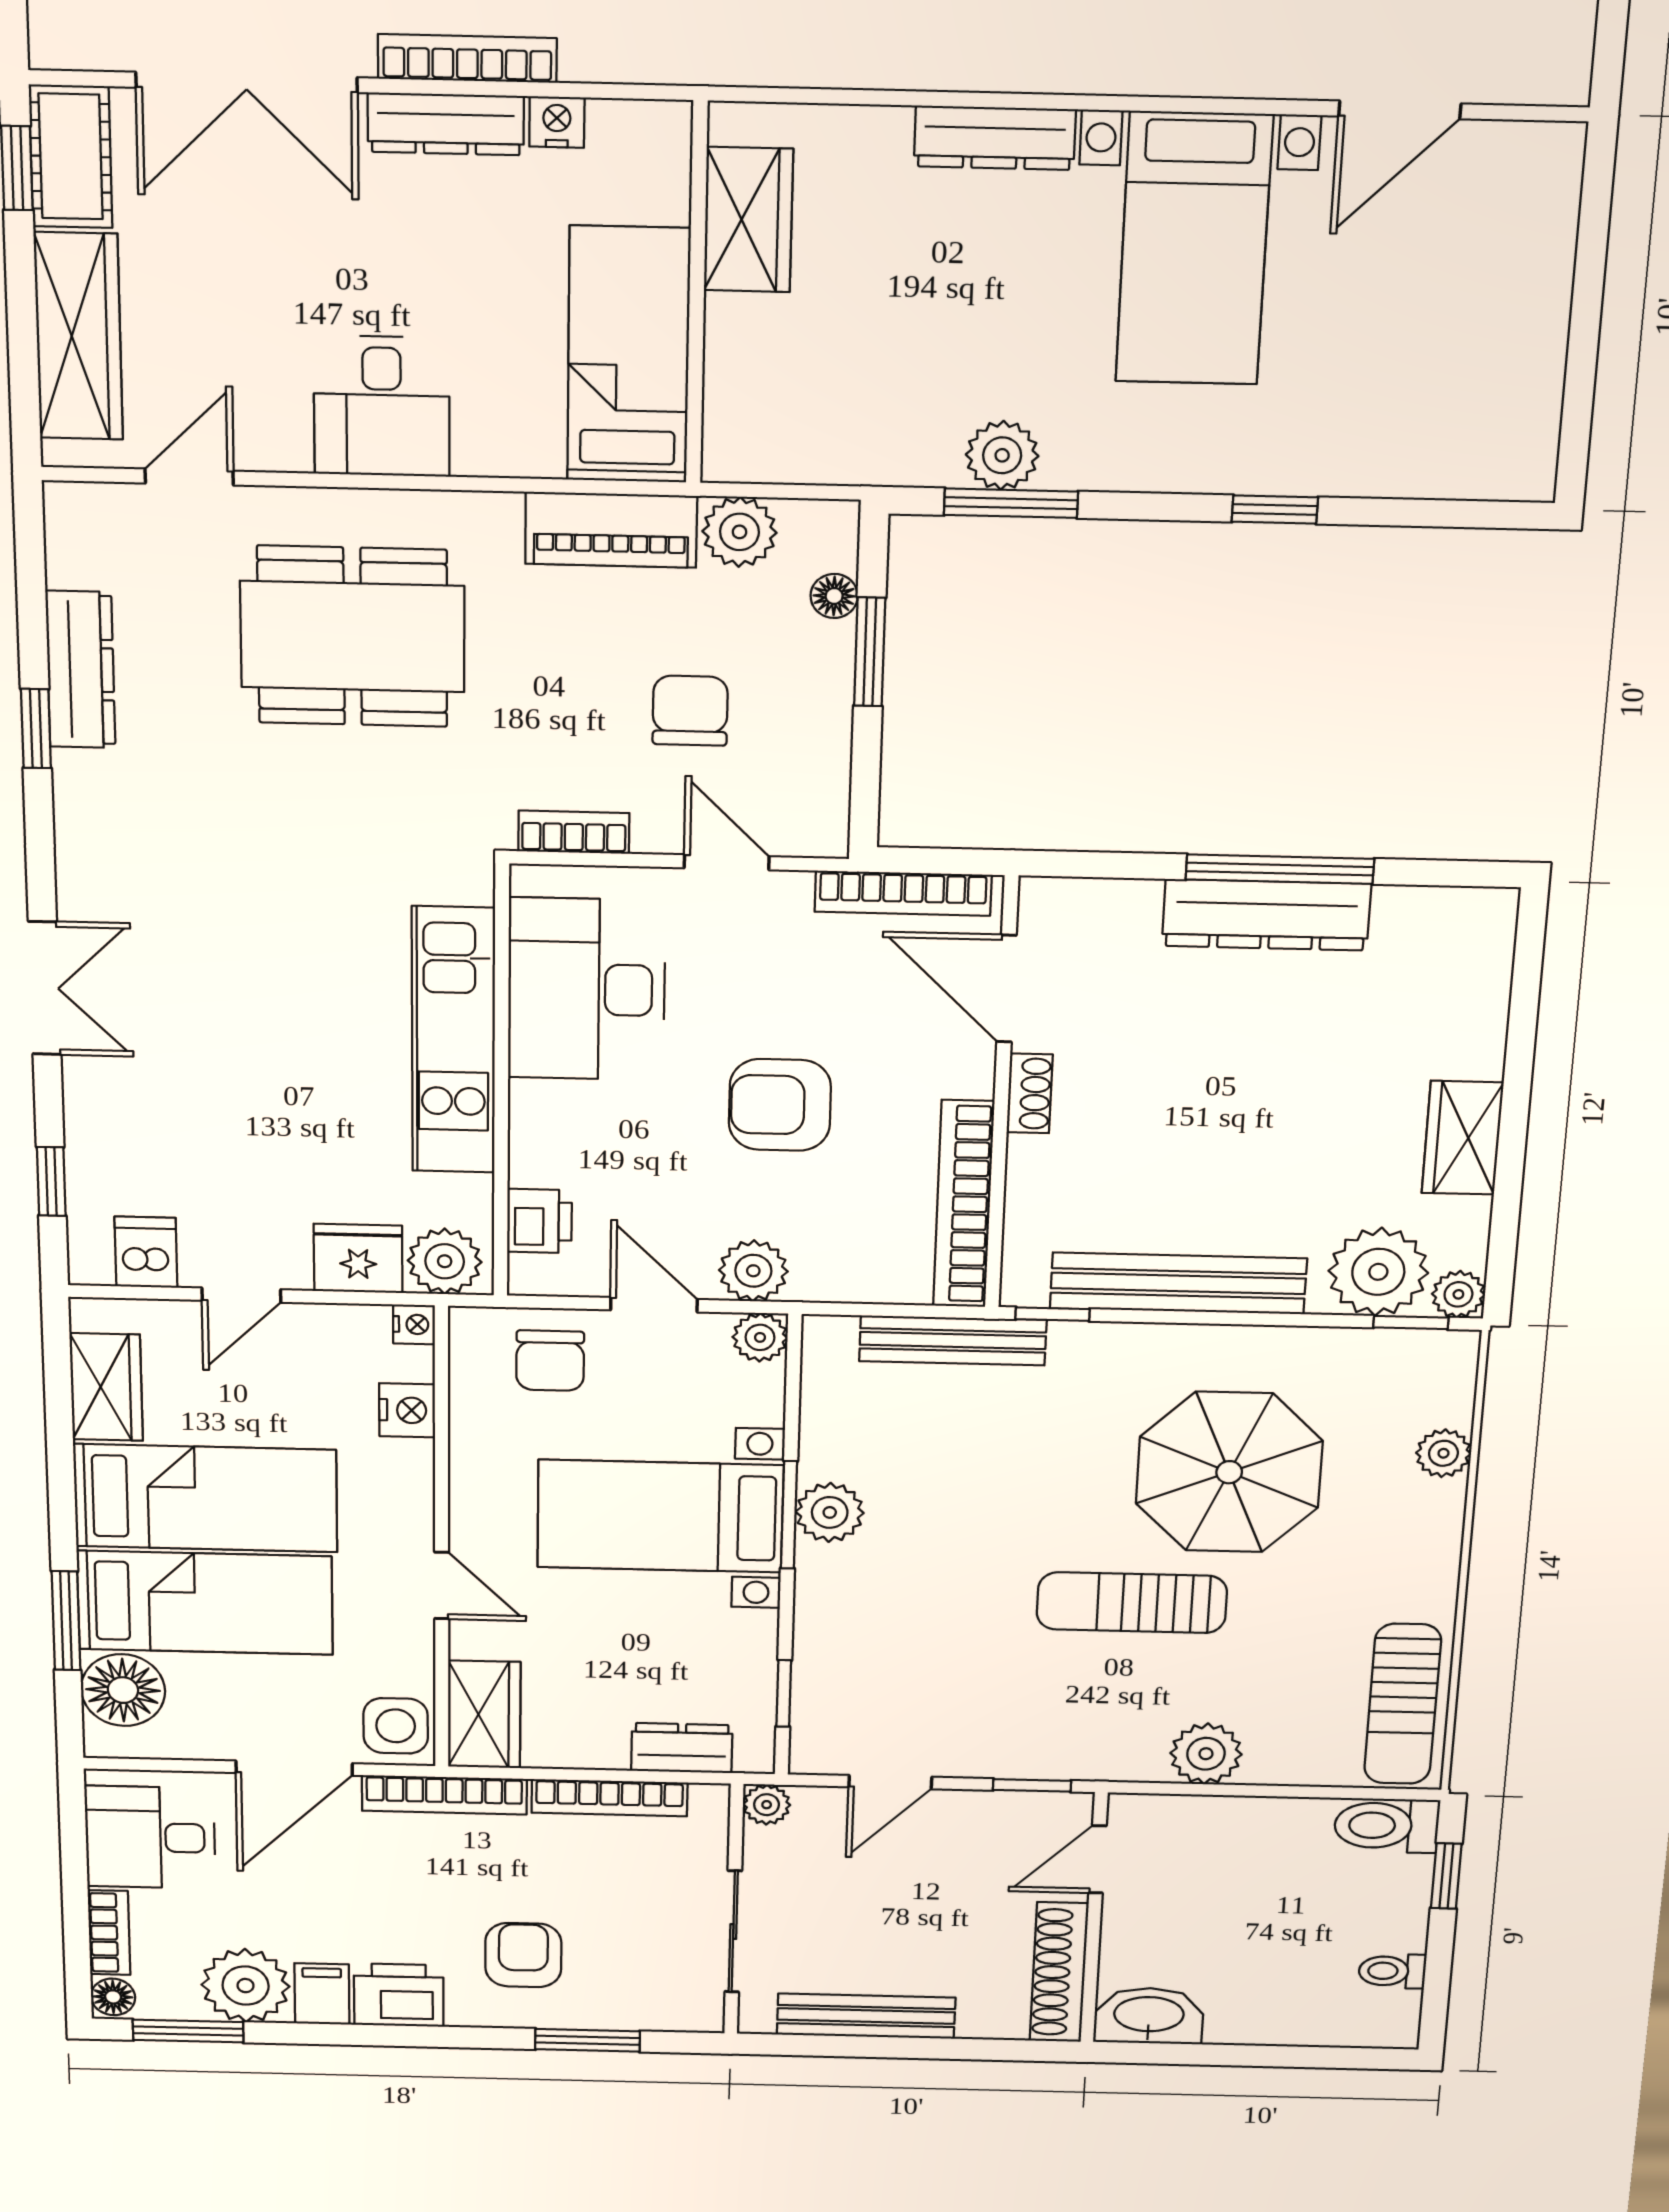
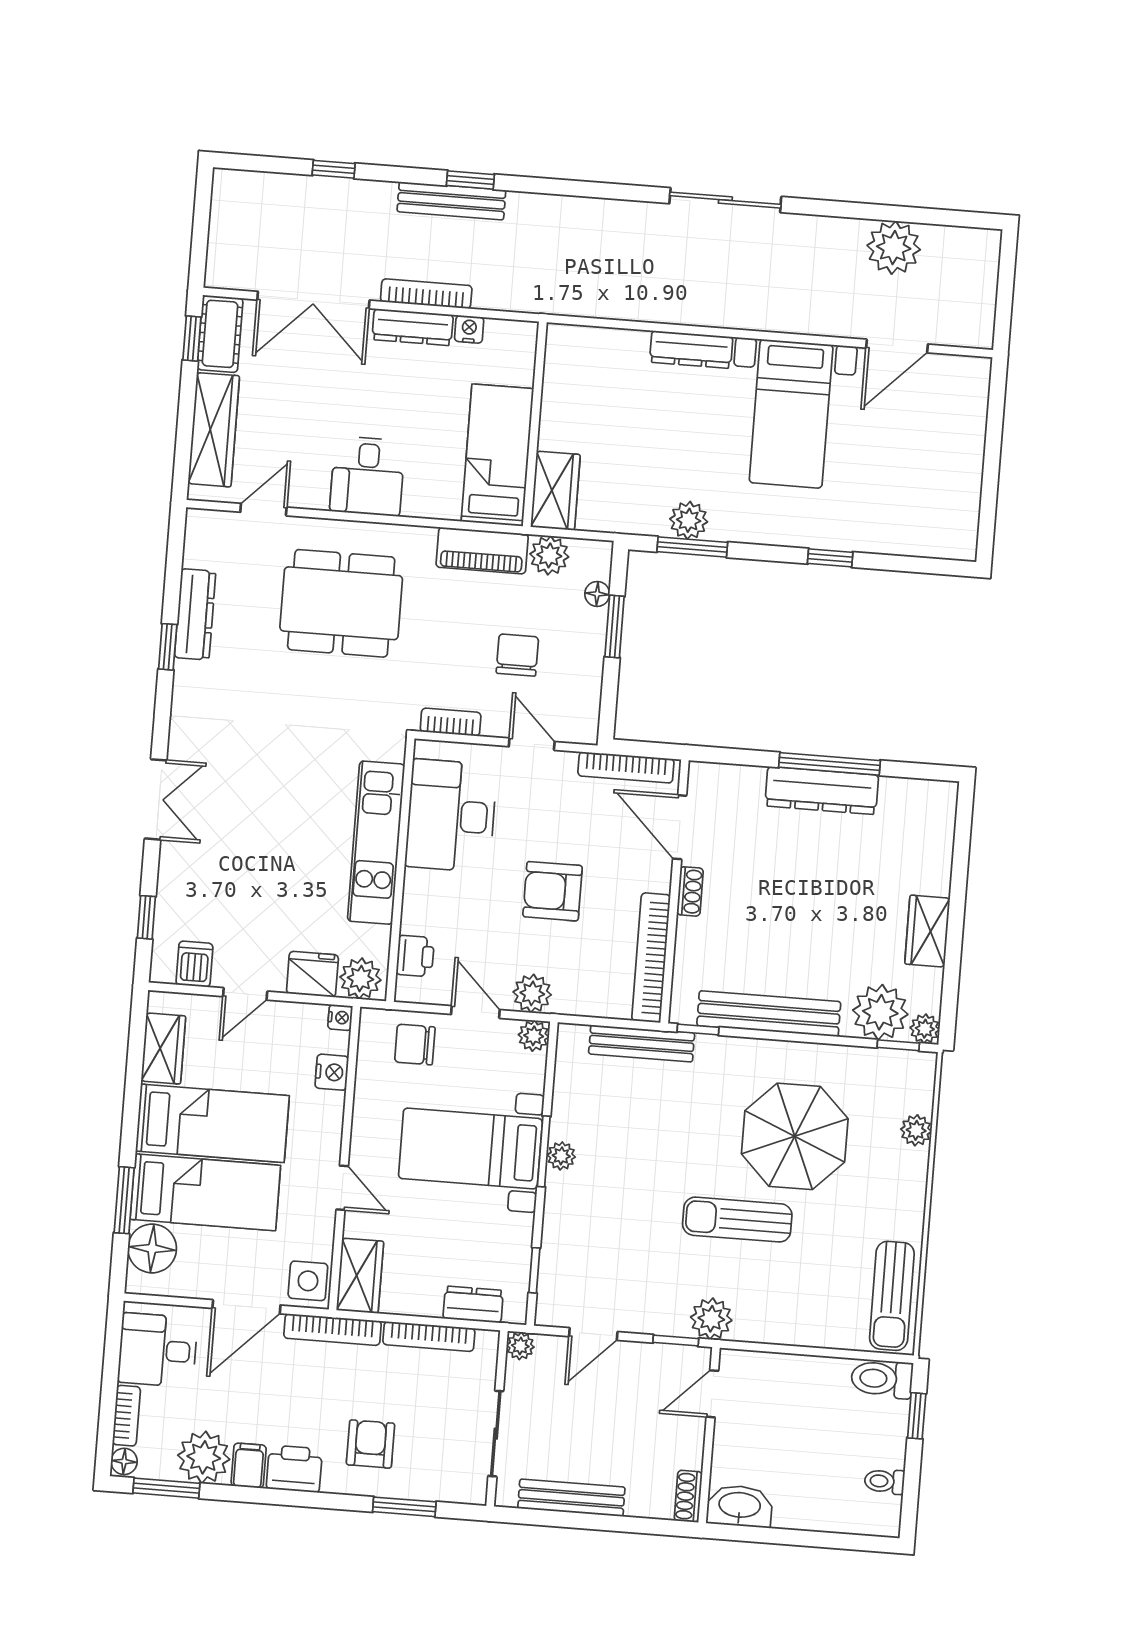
wardrobe: (748, 220) -> (555, 491), moved
chair: (550, 1361) -> (415, 1044), turned 90
plant: (830, 1512) -> (561, 1156), width x0.73, depth x0.73
plant: (1206, 1754) -> (711, 1319), moved
shoe rack: (1059, 1972) -> (688, 1496), width x0.51, depth x0.81

